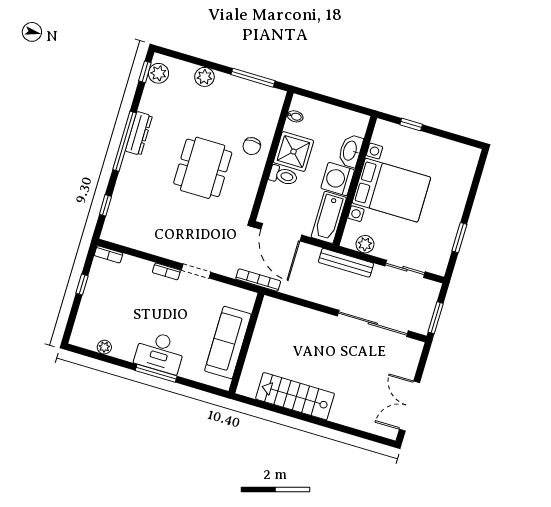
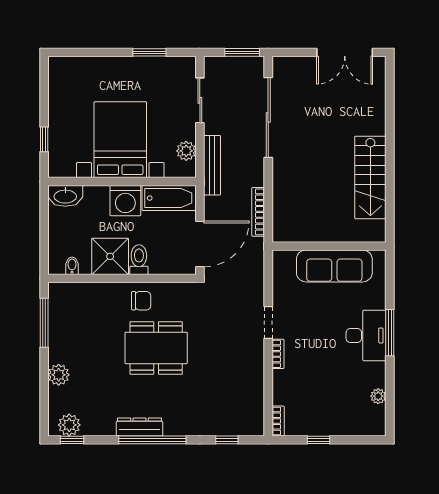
chair: (252, 146) -> (141, 301), moved
washbasin: (350, 151) -> (65, 196), moved
bookcase: (258, 280) -> (258, 212), moved

